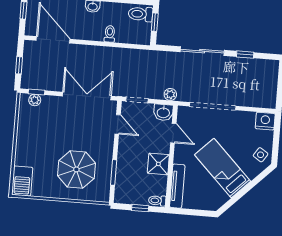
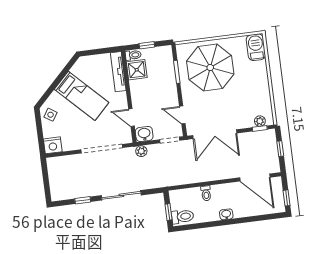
shower: (158, 164) -> (137, 70), moved
parasol: (76, 169) -> (210, 68), width x1.36, depth x1.36

